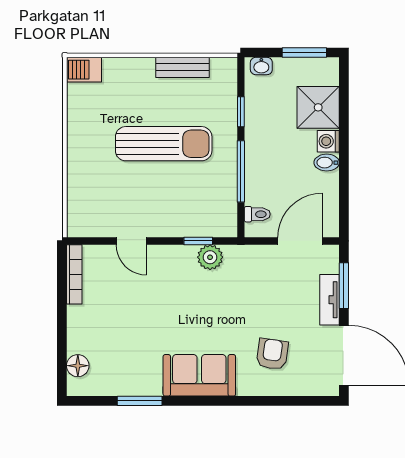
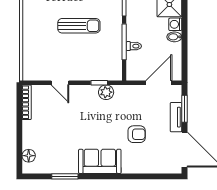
sun lounger: (164, 144) -> (79, 26), width x0.73, depth x0.75
toilet: (257, 214) -> (134, 46), moved
armchair: (272, 354) -> (137, 134), moved, turned 82

